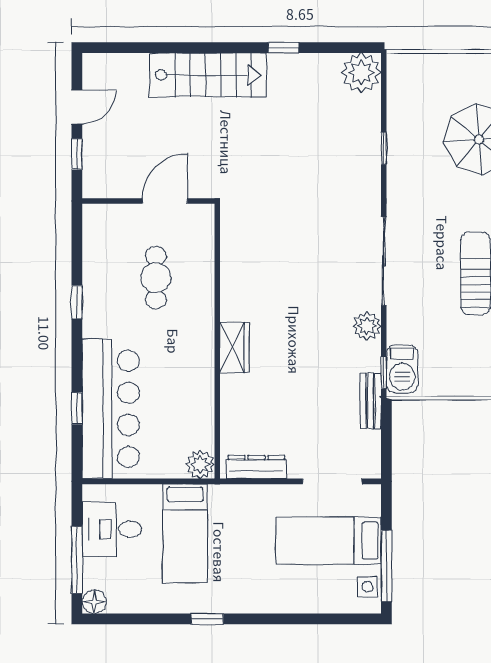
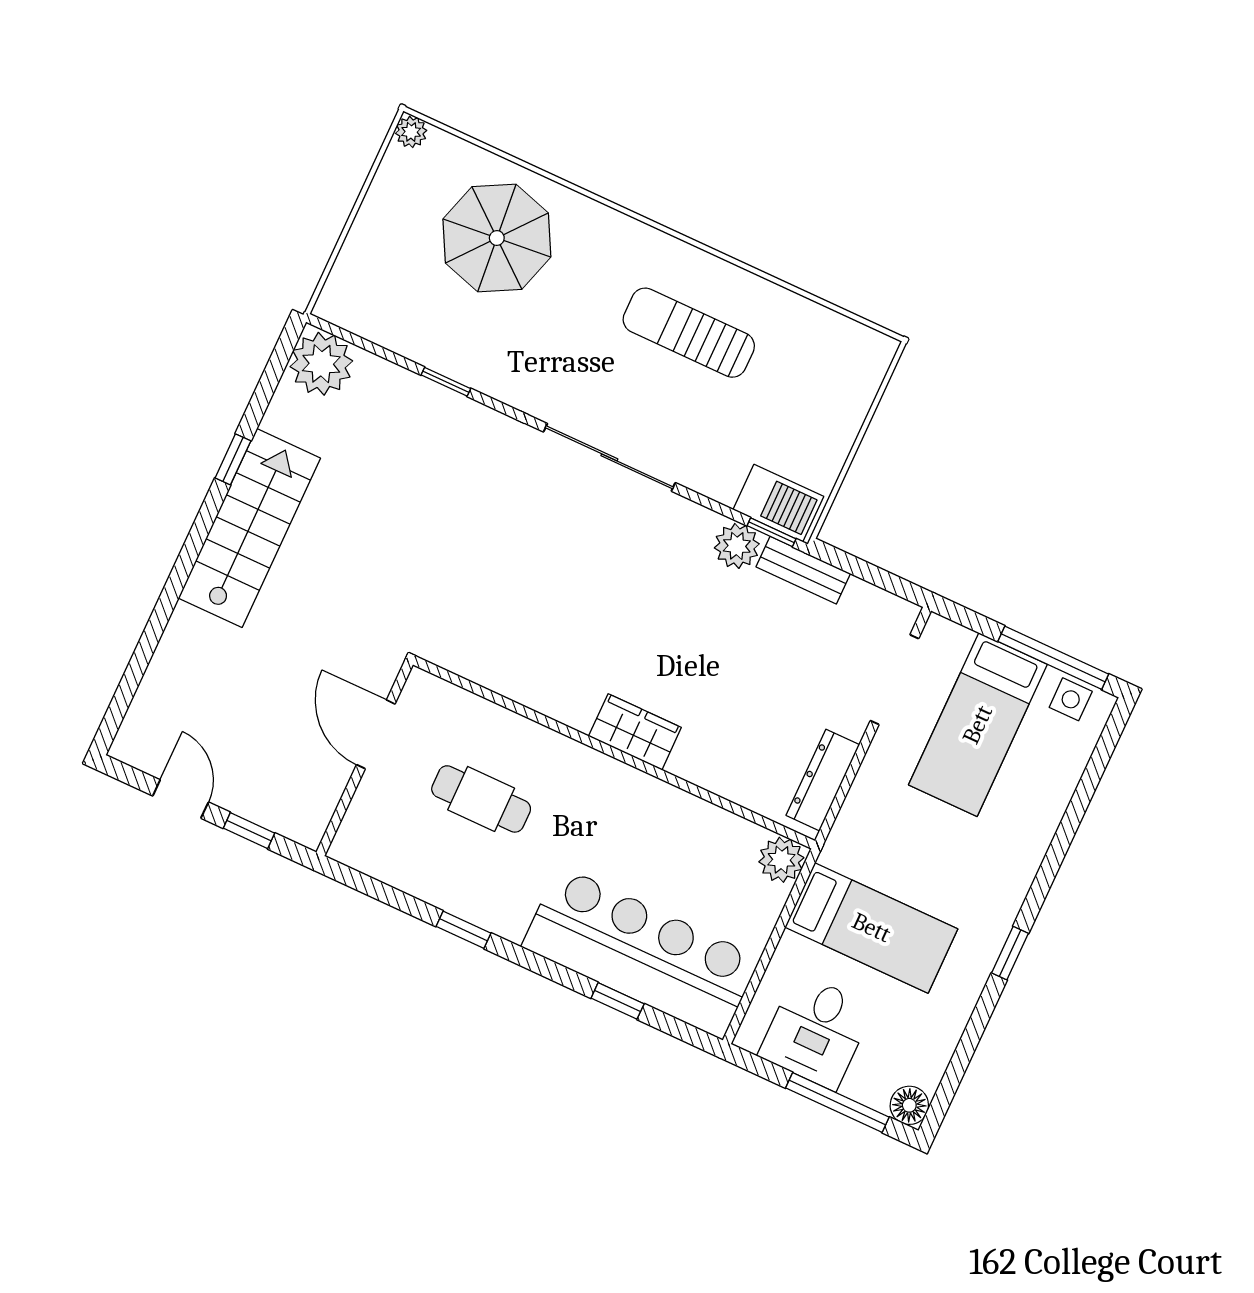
stairs: (208, 75) -> (249, 528), moved
plant: (367, 326) -> (737, 546), moved

